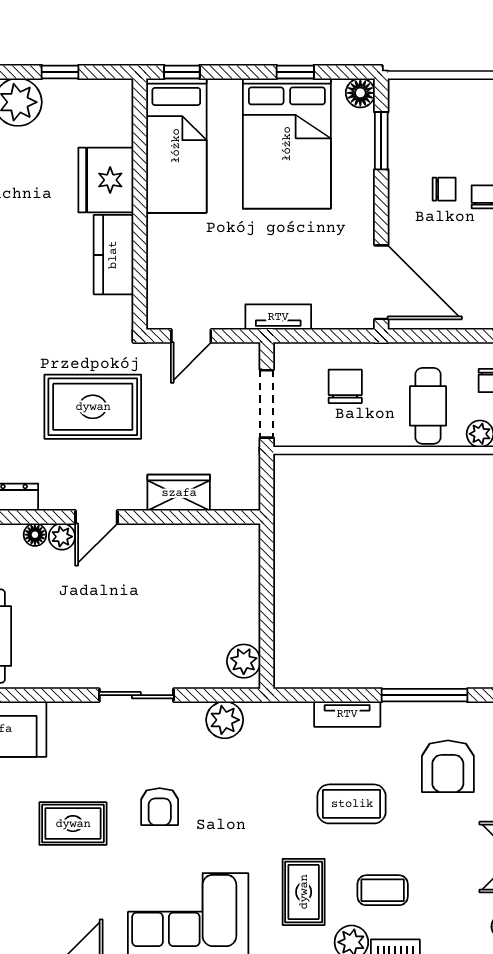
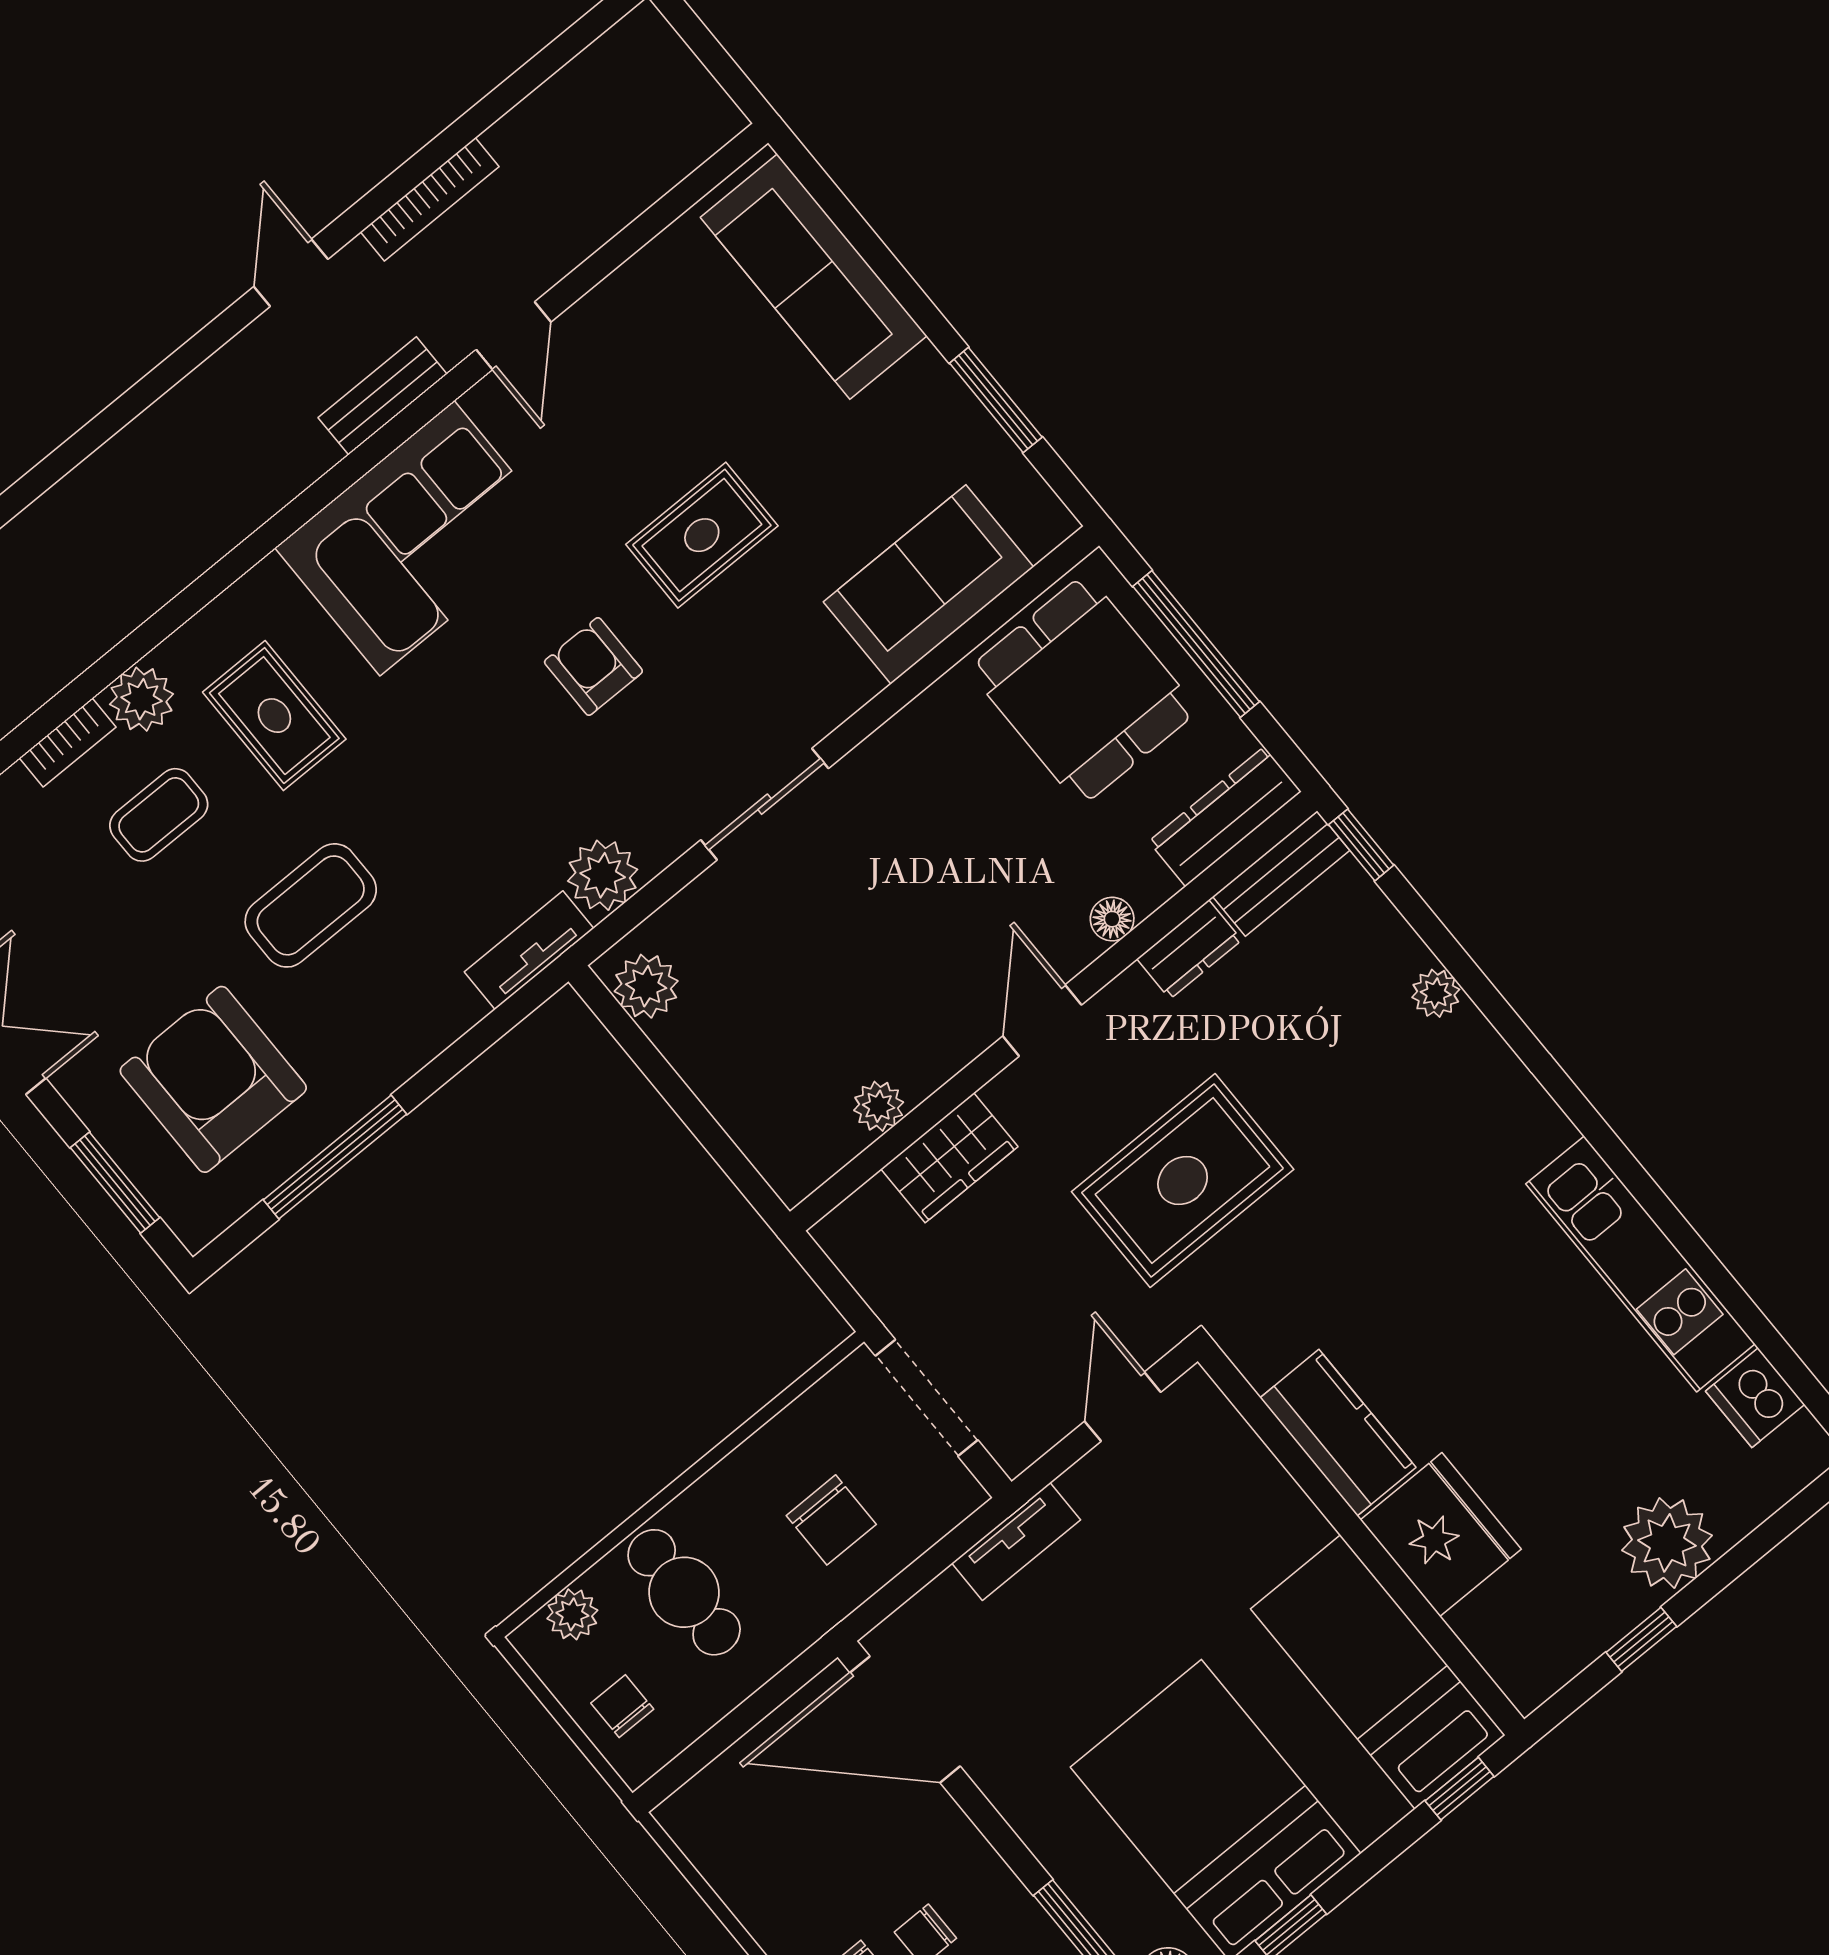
plant: (62, 537) -> (879, 1106), moved
tv unit: (347, 714) -> (529, 950), moved
armchair: (448, 766) -> (213, 1079), width x1.36, depth x1.36

